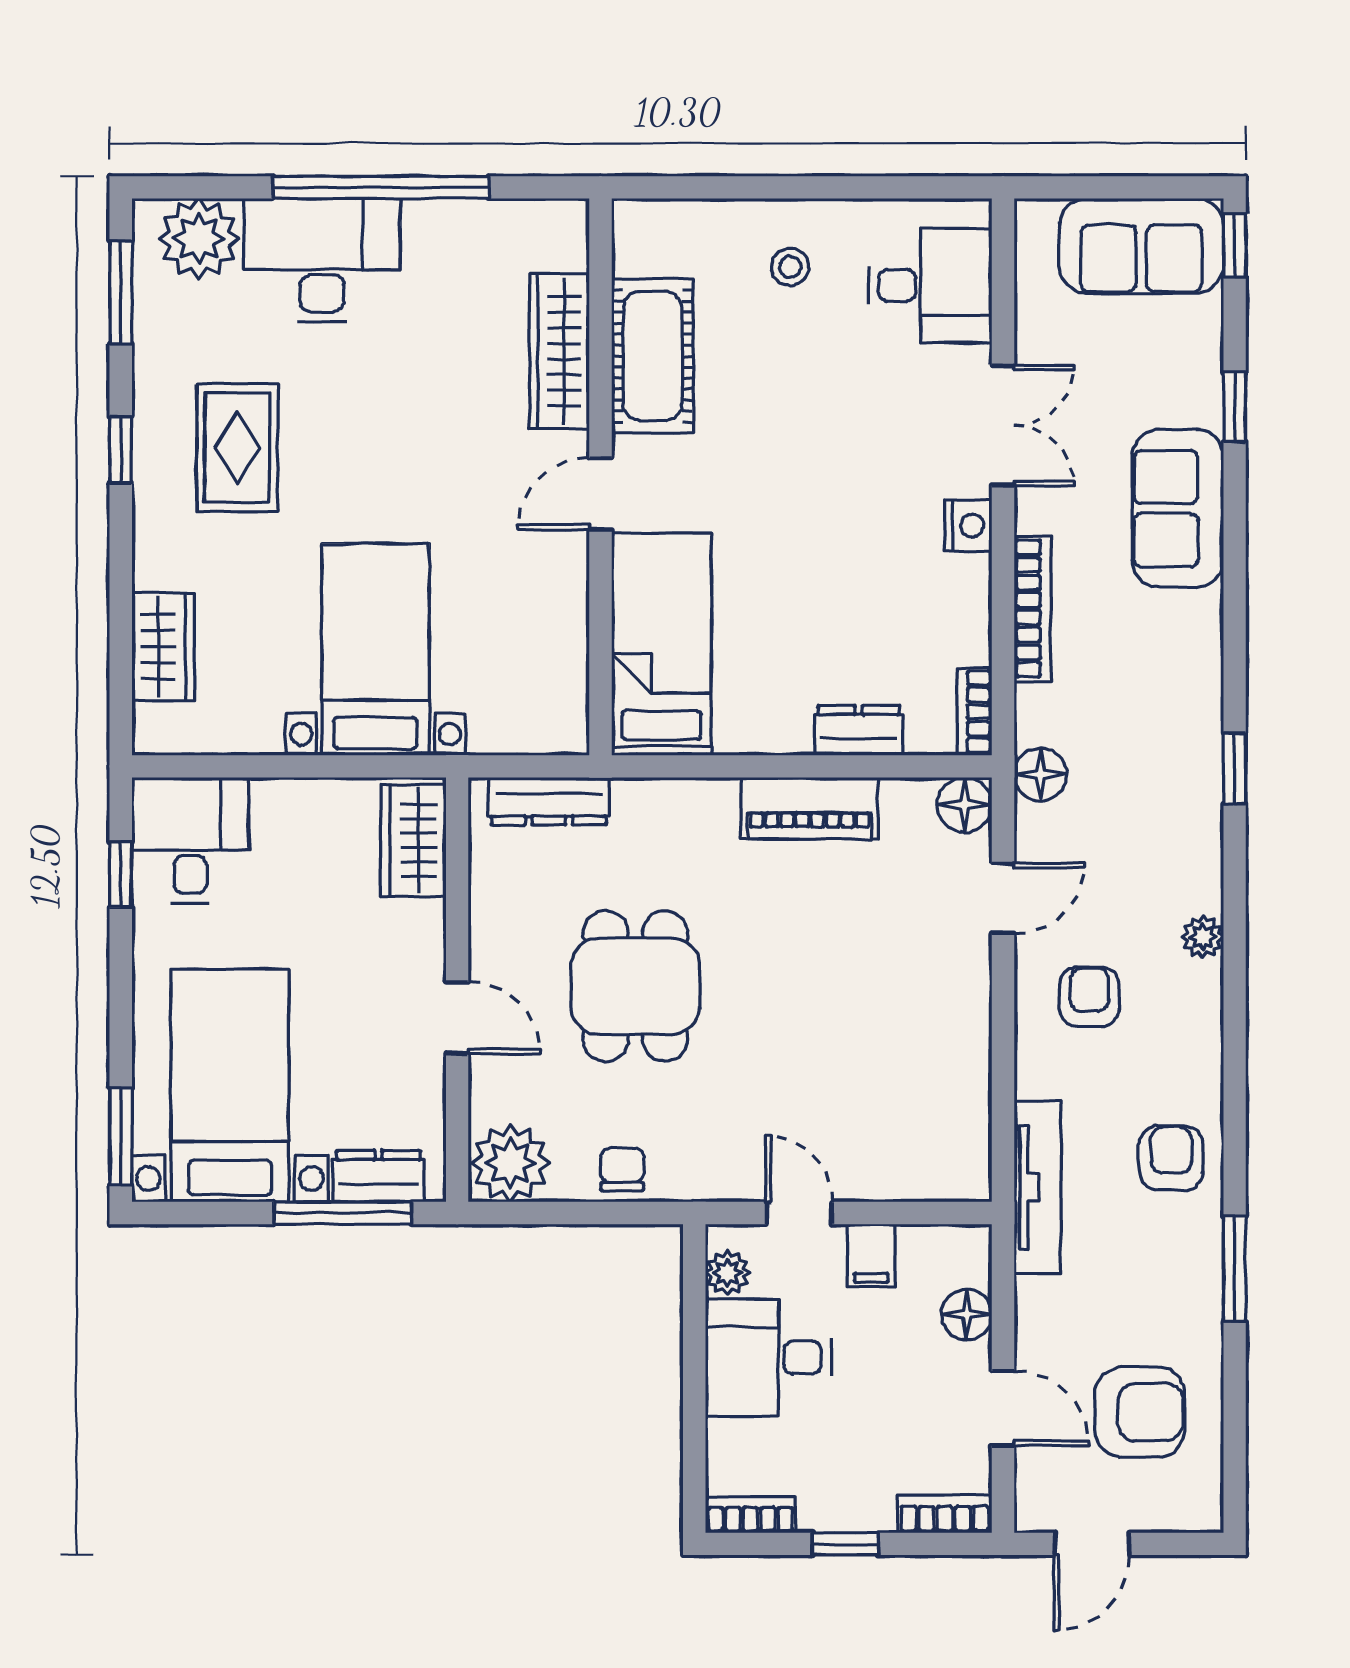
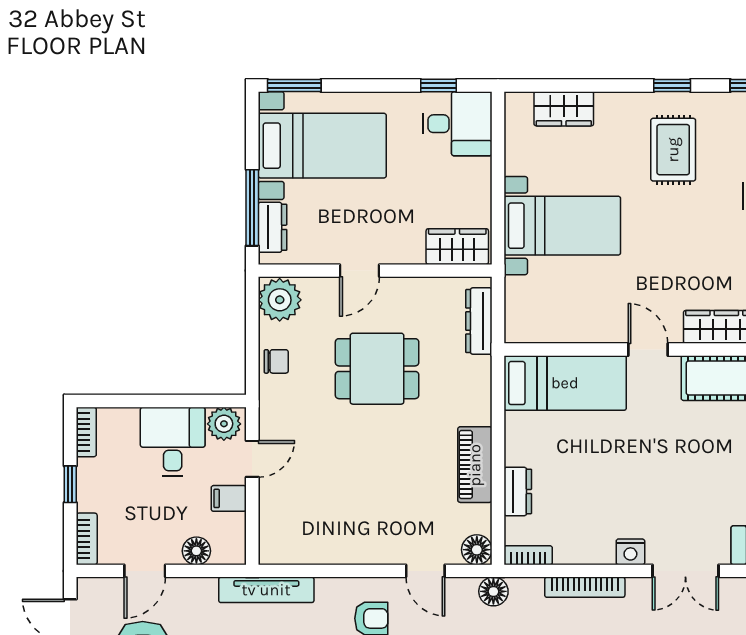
rug: (237, 448) -> (673, 150), turned 90
plant: (727, 1273) -> (224, 424), width x1.38, depth x1.38

